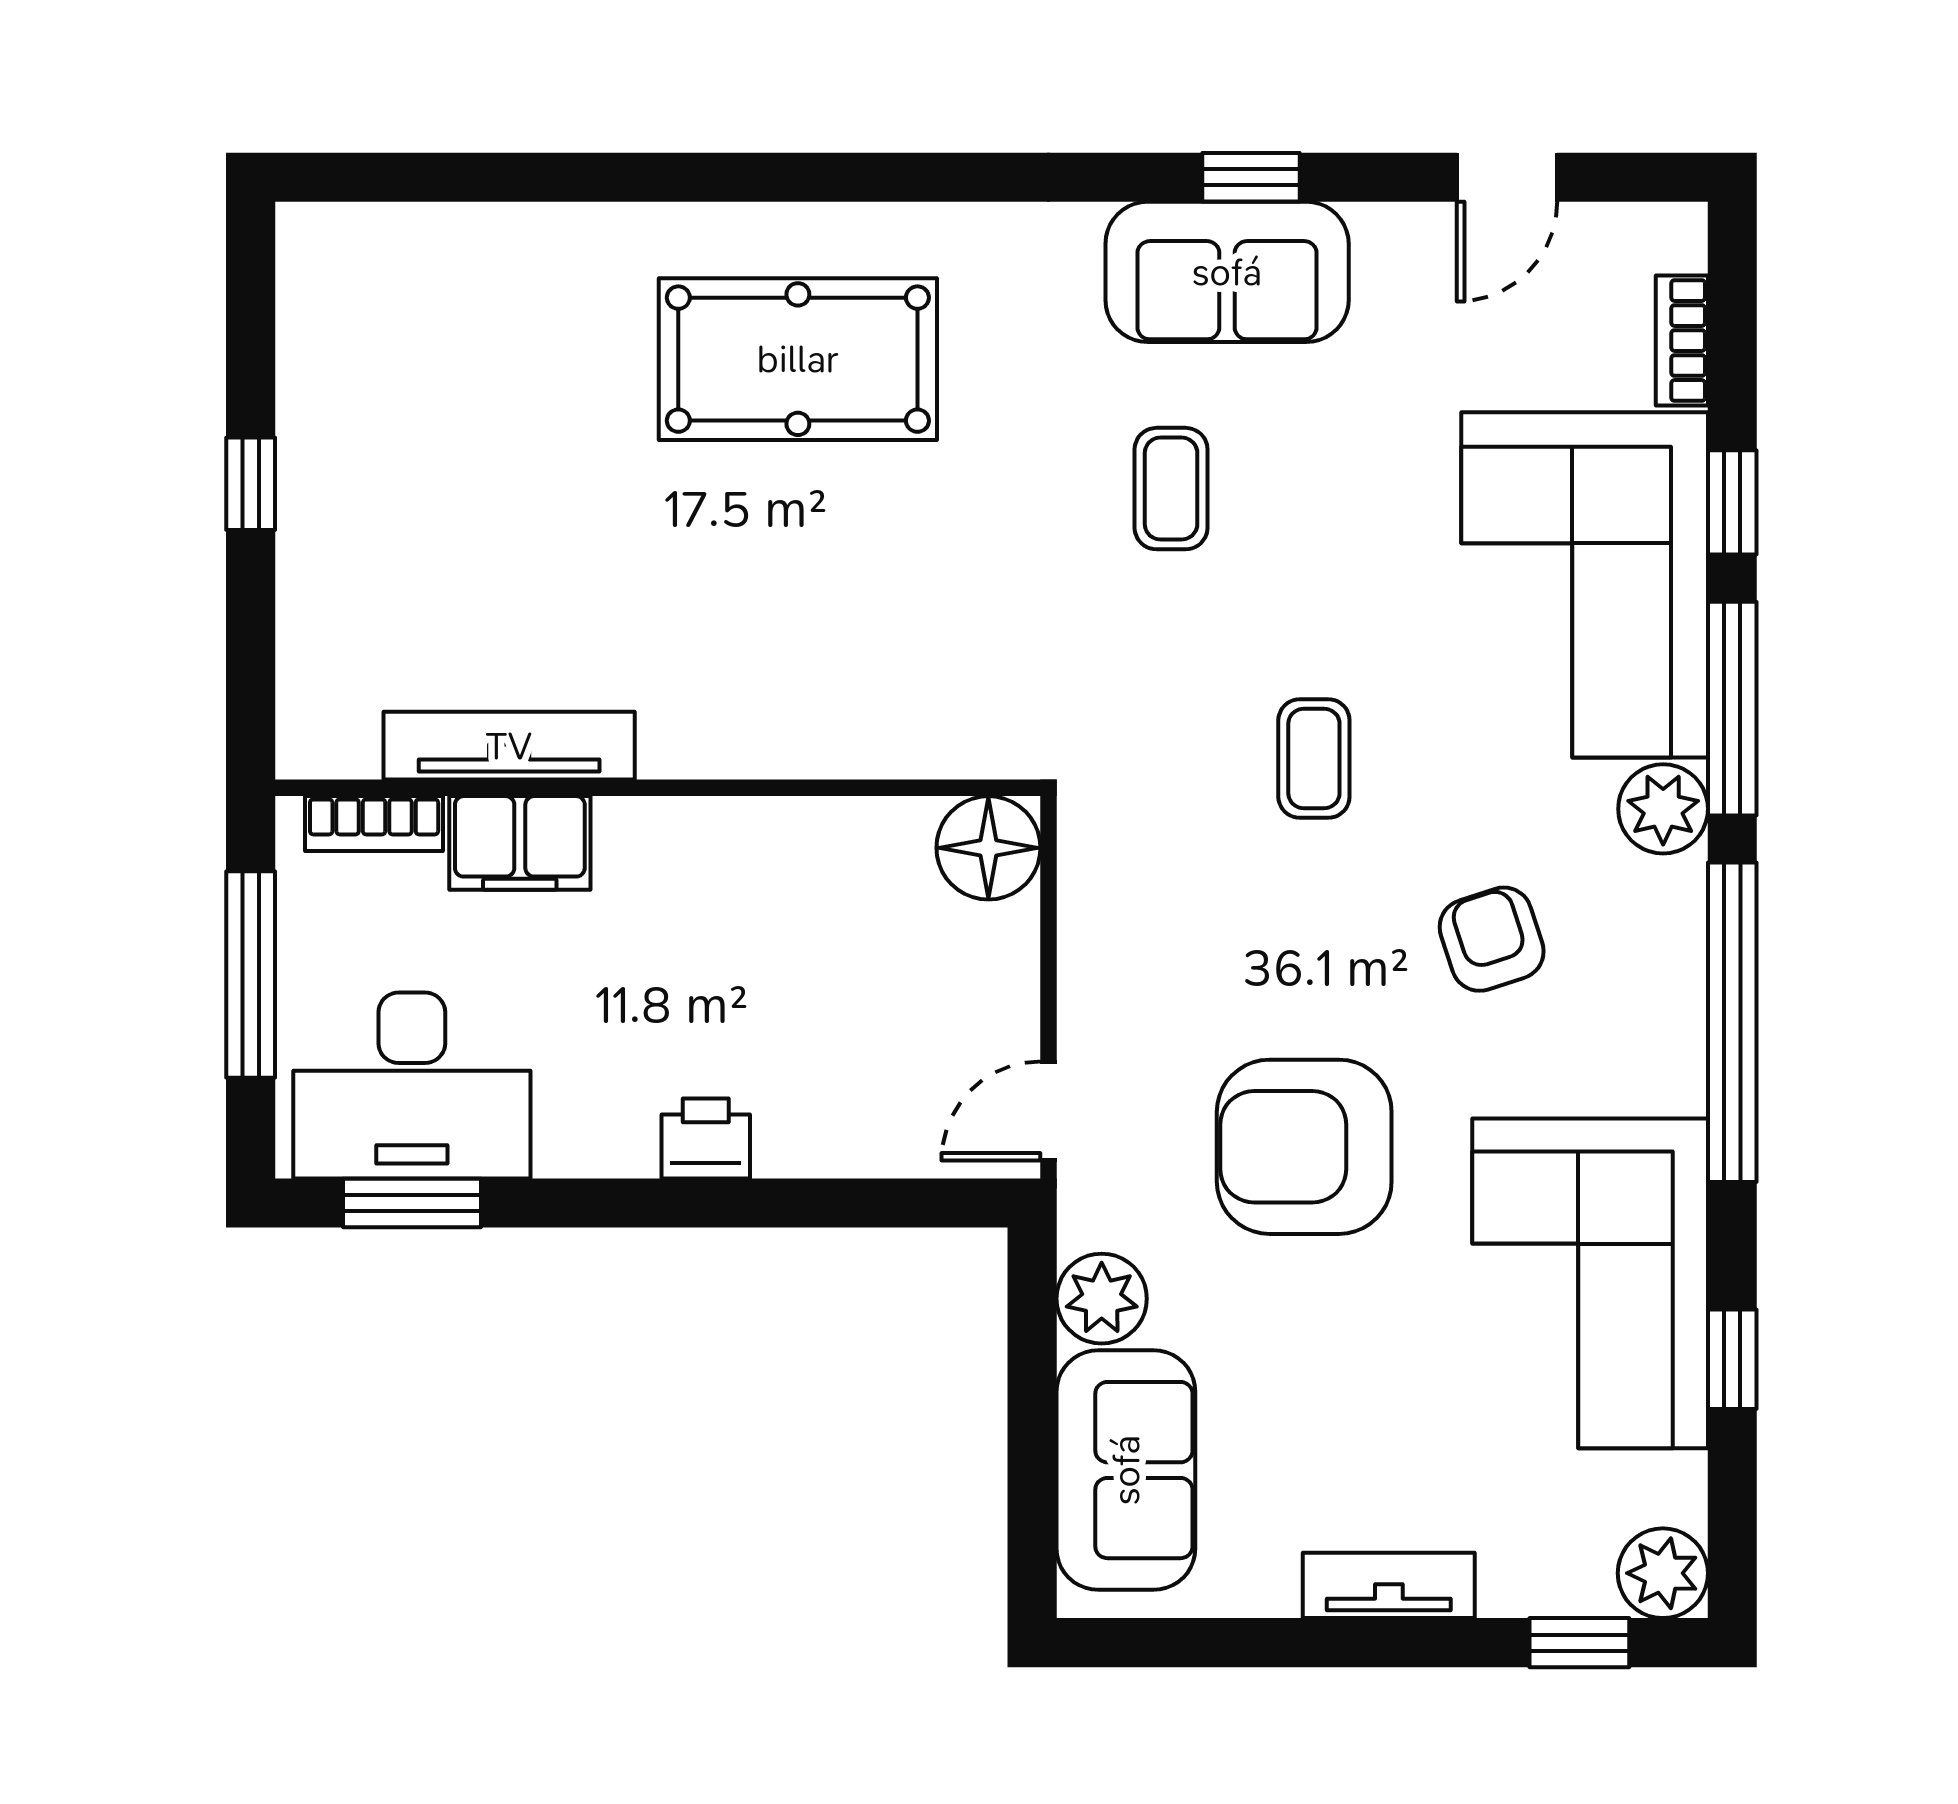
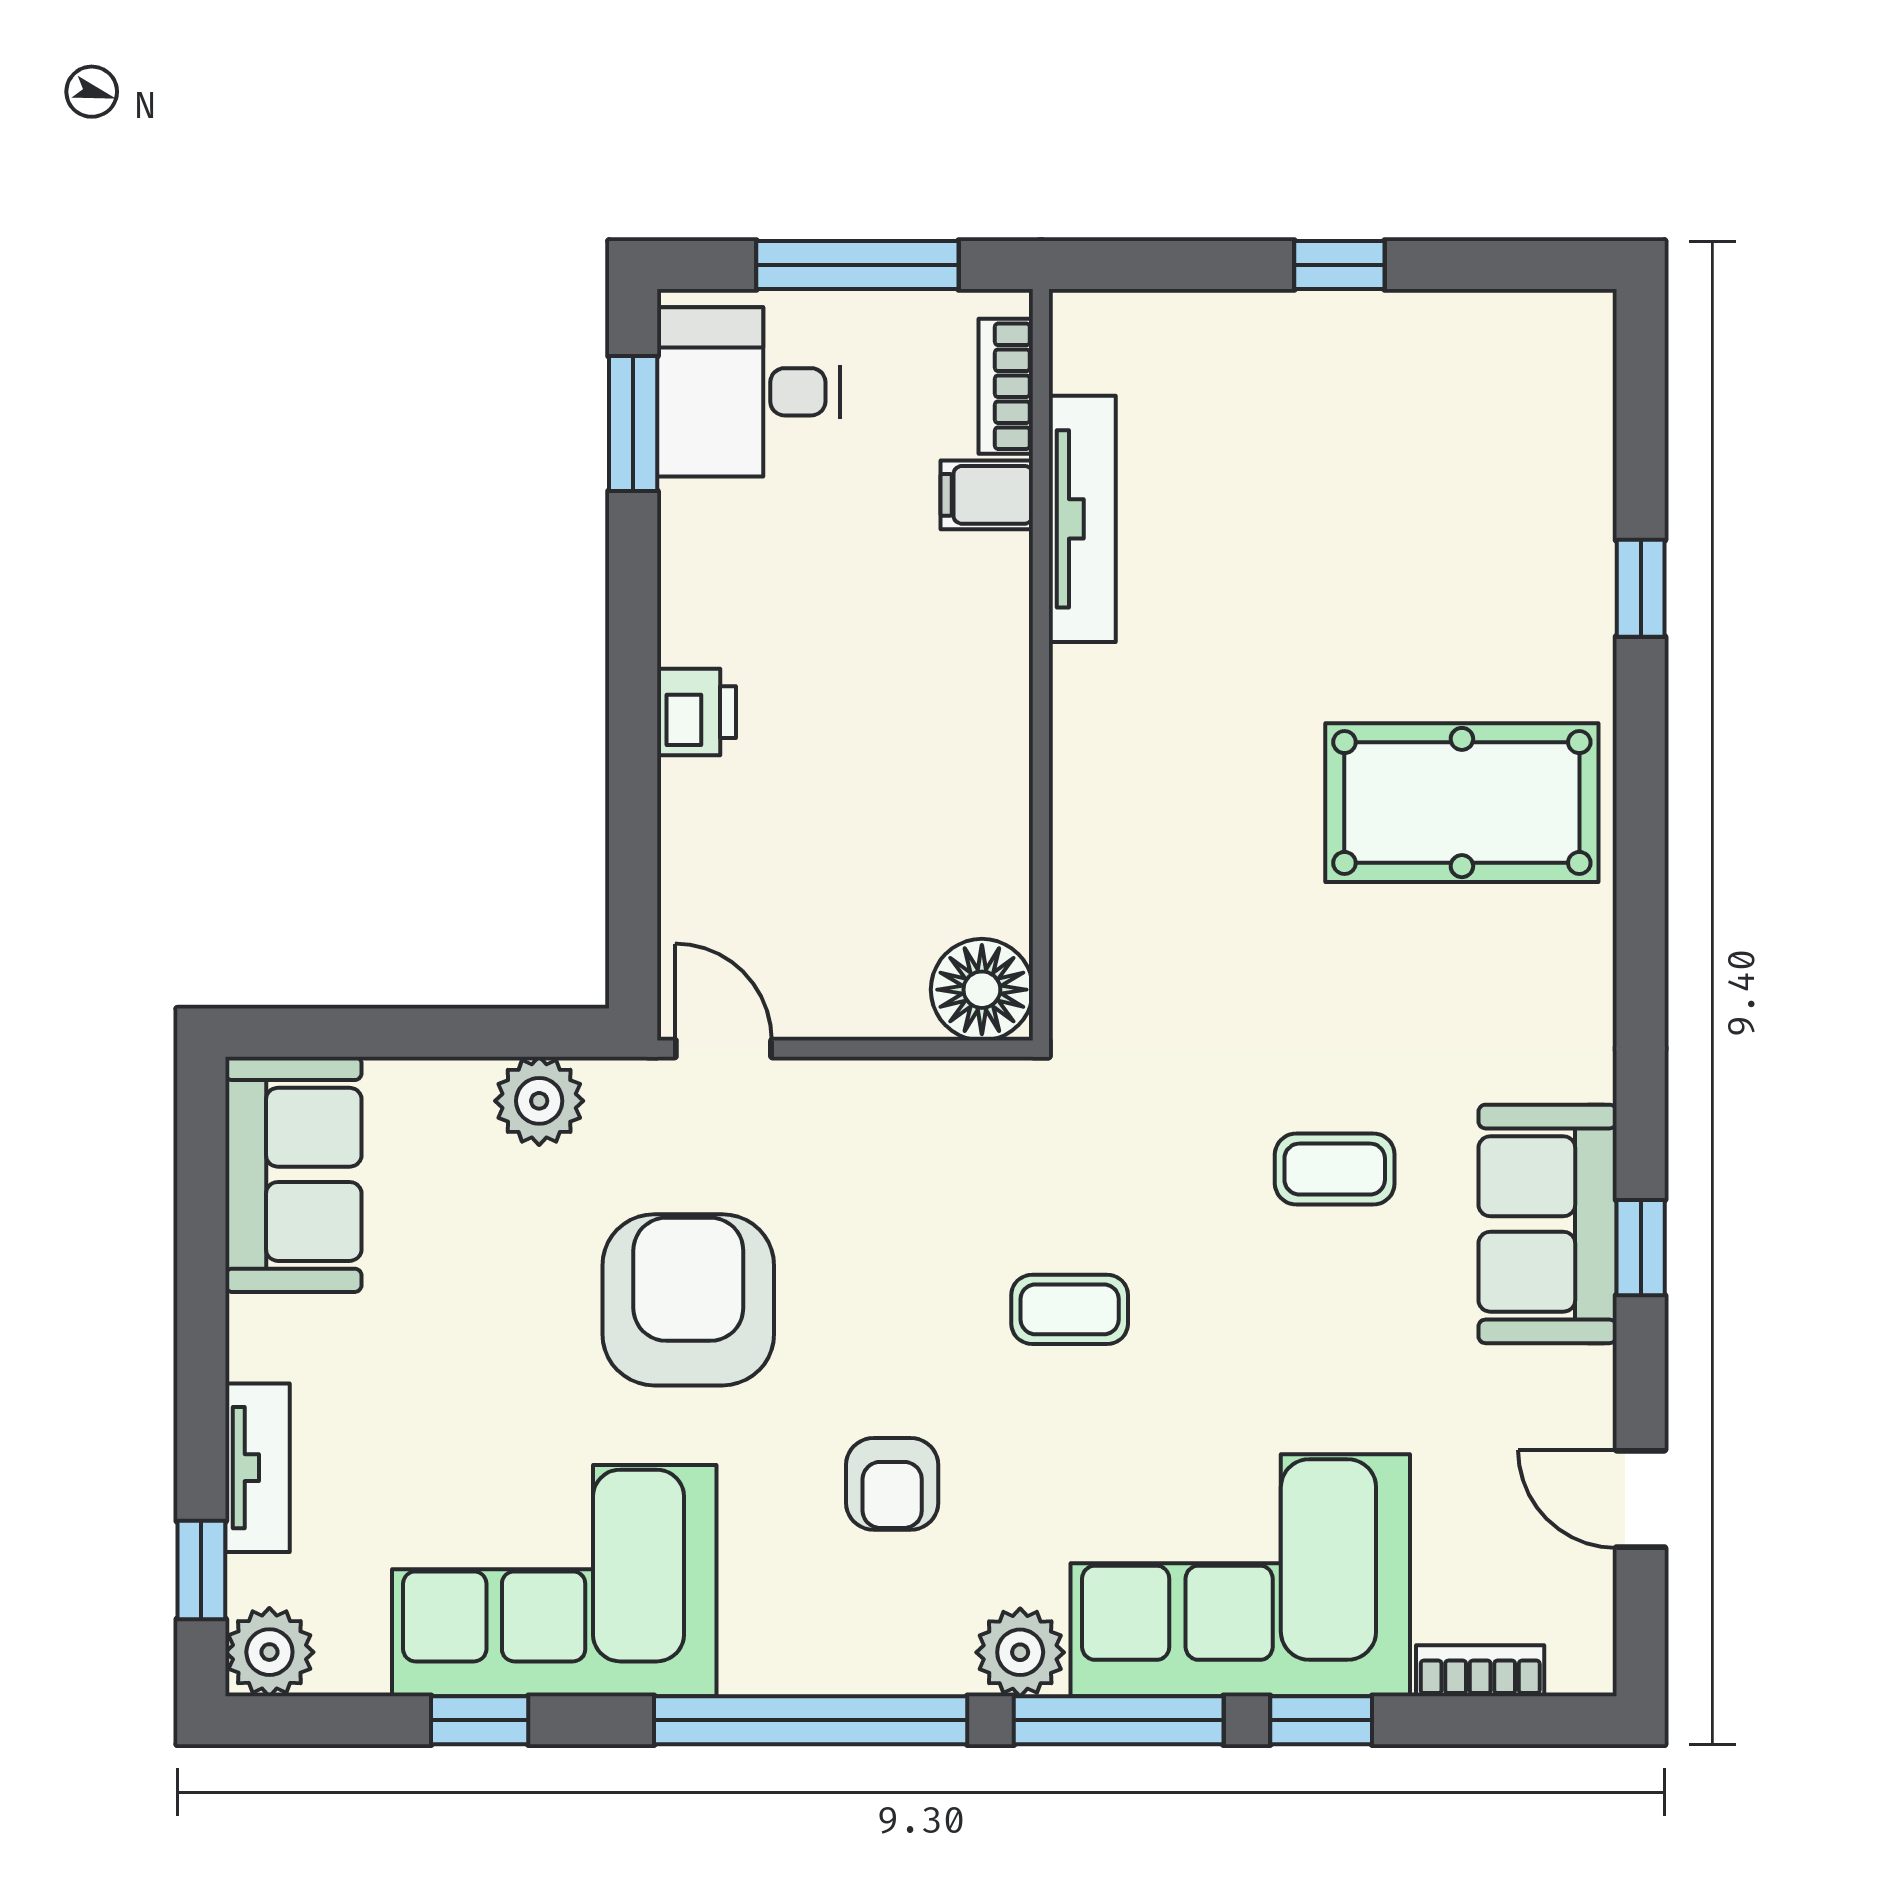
window: (580, 177) -> (1641, 588), added
pool table: (798, 359) -> (1462, 803), turned 90
filing cabinet: (520, 843) -> (987, 495), width x0.50
armchair: (1492, 939) -> (892, 1484), turned 108
desk: (412, 1086) -> (748, 392), width x0.73
sofa: (1126, 1470) -> (293, 1174), moved, turned -90
tv unit: (1389, 1585) -> (257, 1468), moved

